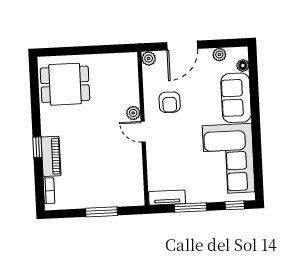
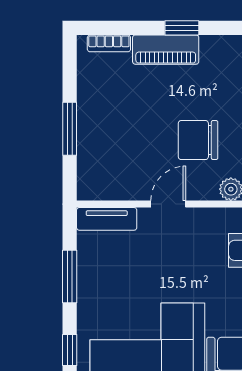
door: (143, 132) -> (168, 204), moved
chair: (105, 134) -> (198, 140), added
tv unit: (167, 198) -> (107, 219), moved, turned 90

